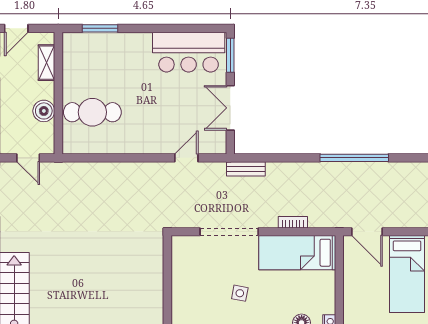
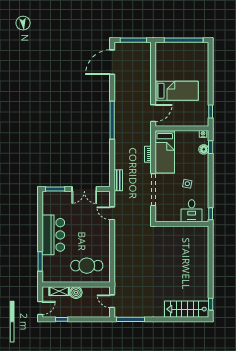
door: (16, 28) -> (40, 308), hinge flipped
bar counter: (189, 52) -> (53, 235), moved
boiler: (44, 111) -> (76, 293), moved
cafe table: (92, 112) -> (87, 266), turned 90
door: (28, 158) -> (112, 301), swing flipped
desk: (191, 301) -> (192, 211), added

